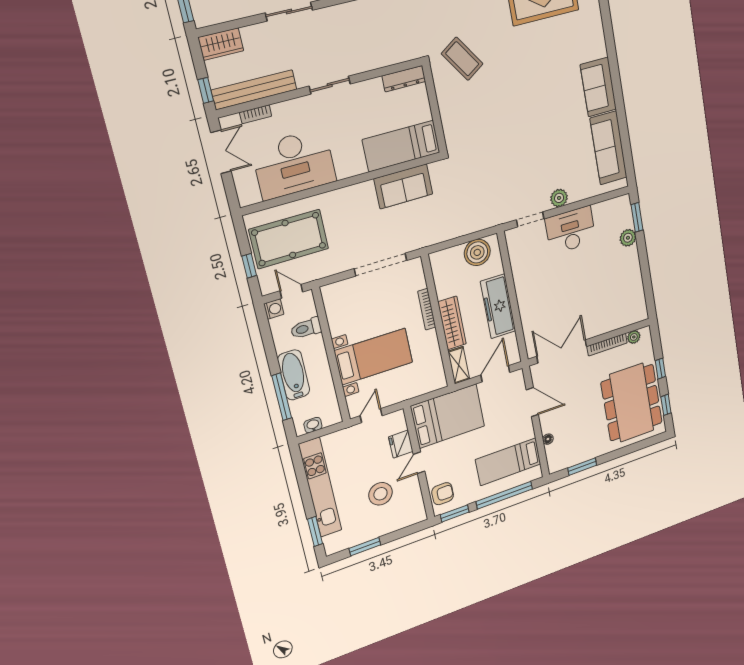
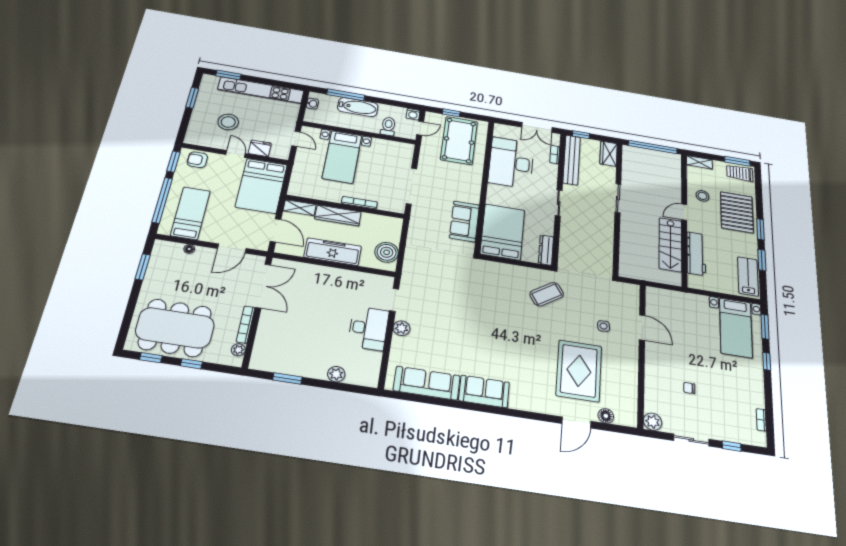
bed: (401, 146) -> (503, 232), width x1.50
window: (637, 217) -> (287, 378), moved
armchair: (443, 494) -> (197, 160), turned 90

